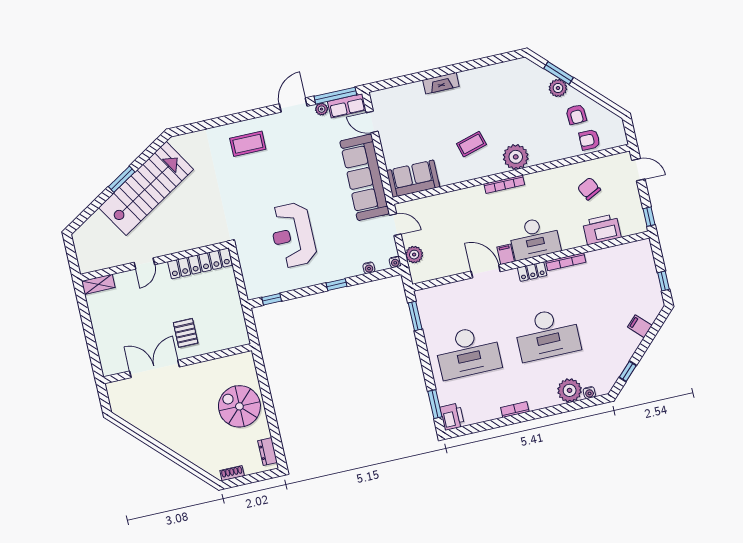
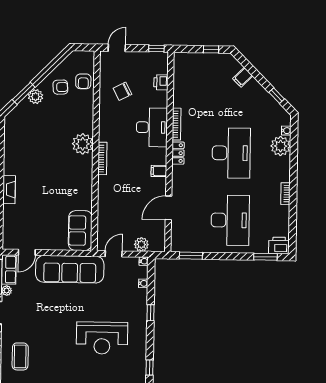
coffee table: (471, 144) -> (64, 177), removed
printer: (602, 229) -> (161, 82), width x0.53, depth x0.68
desk: (534, 238) -> (152, 127), moved
door: (486, 271) -> (169, 208), moved

